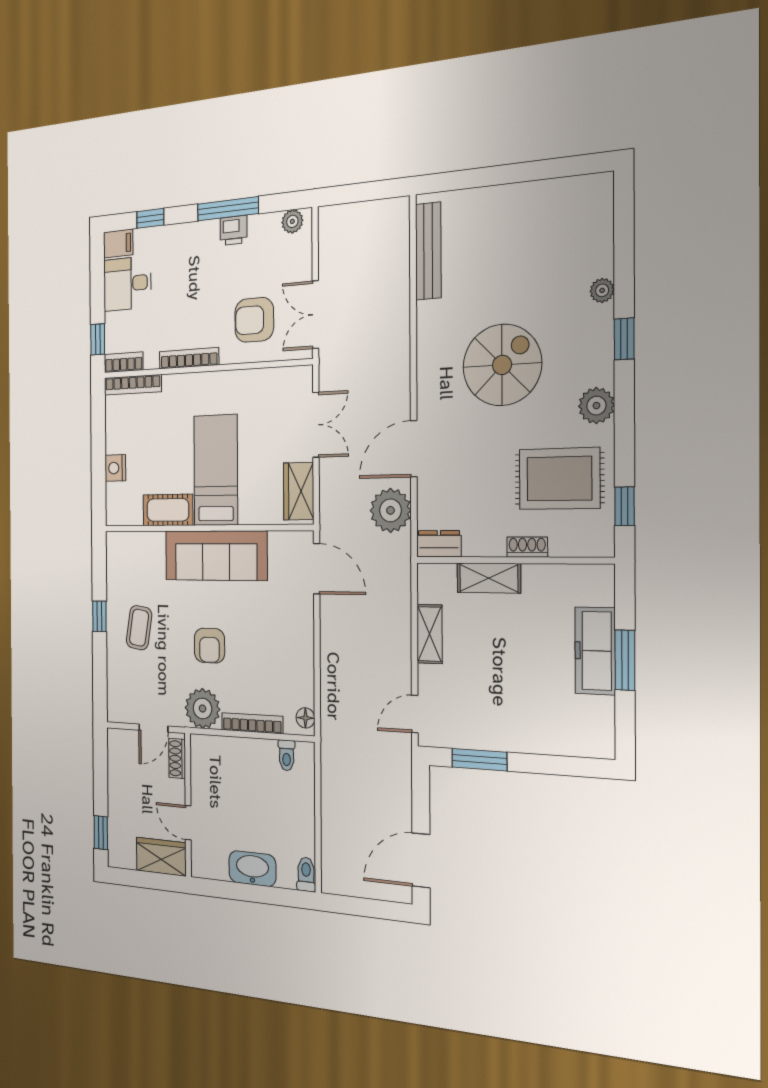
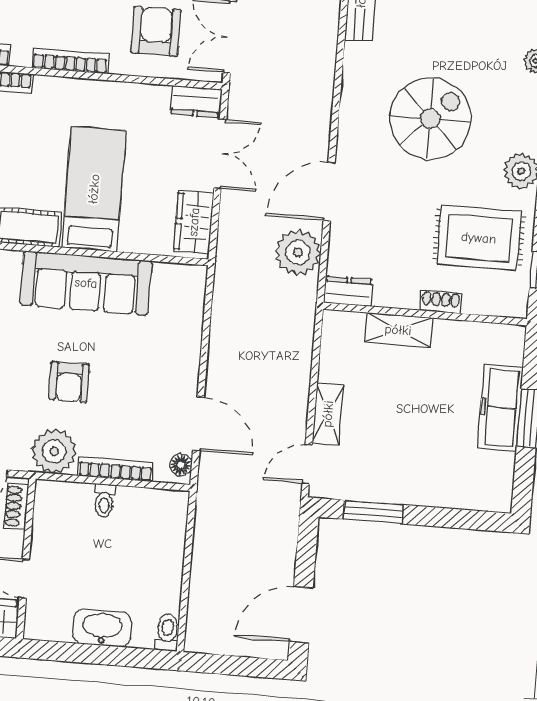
armchair: (254, 320) -> (156, 31), turned 90
dresser: (292, 379) -> (196, 102), added
door: (317, 569) -> (198, 424), moved
shelving: (430, 634) -> (328, 414), moved
toilet: (287, 755) -> (104, 501), moved

